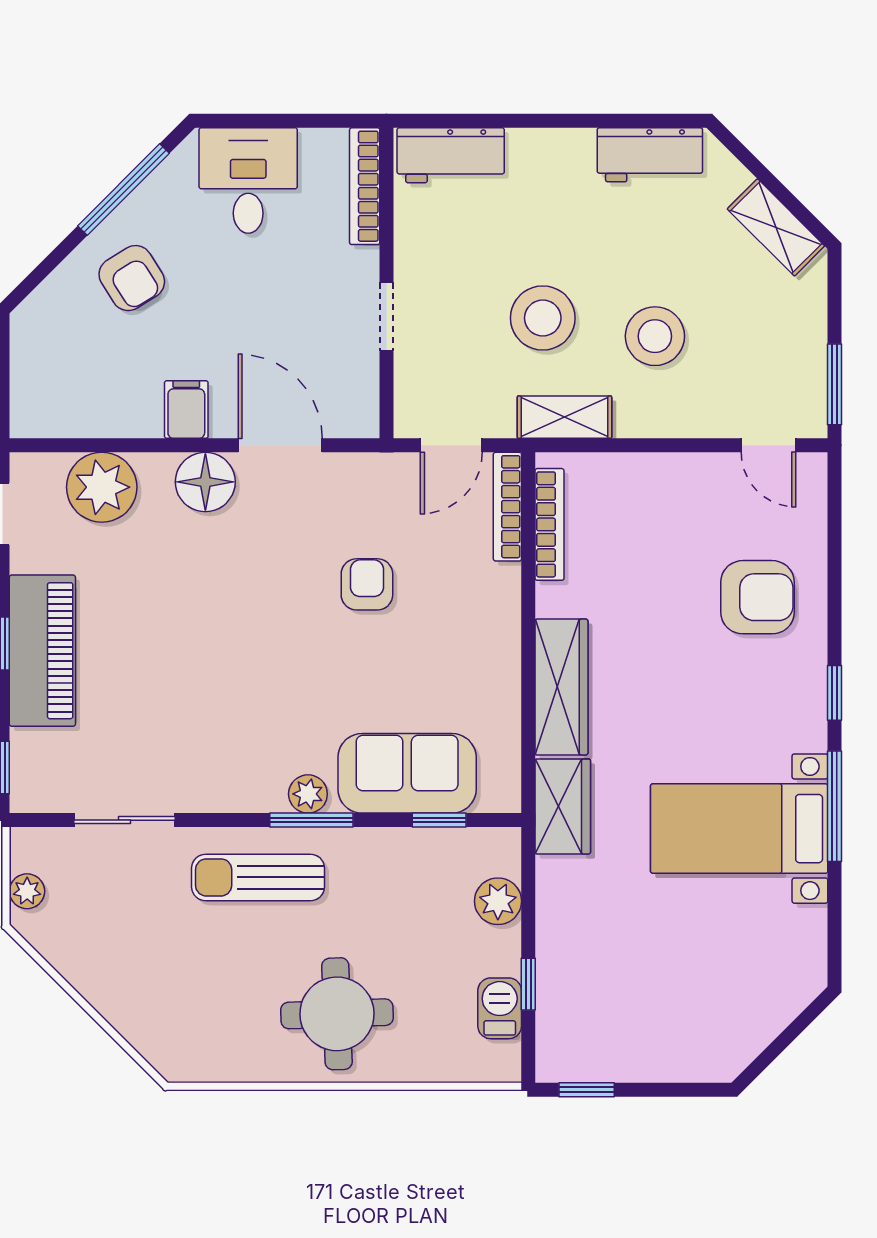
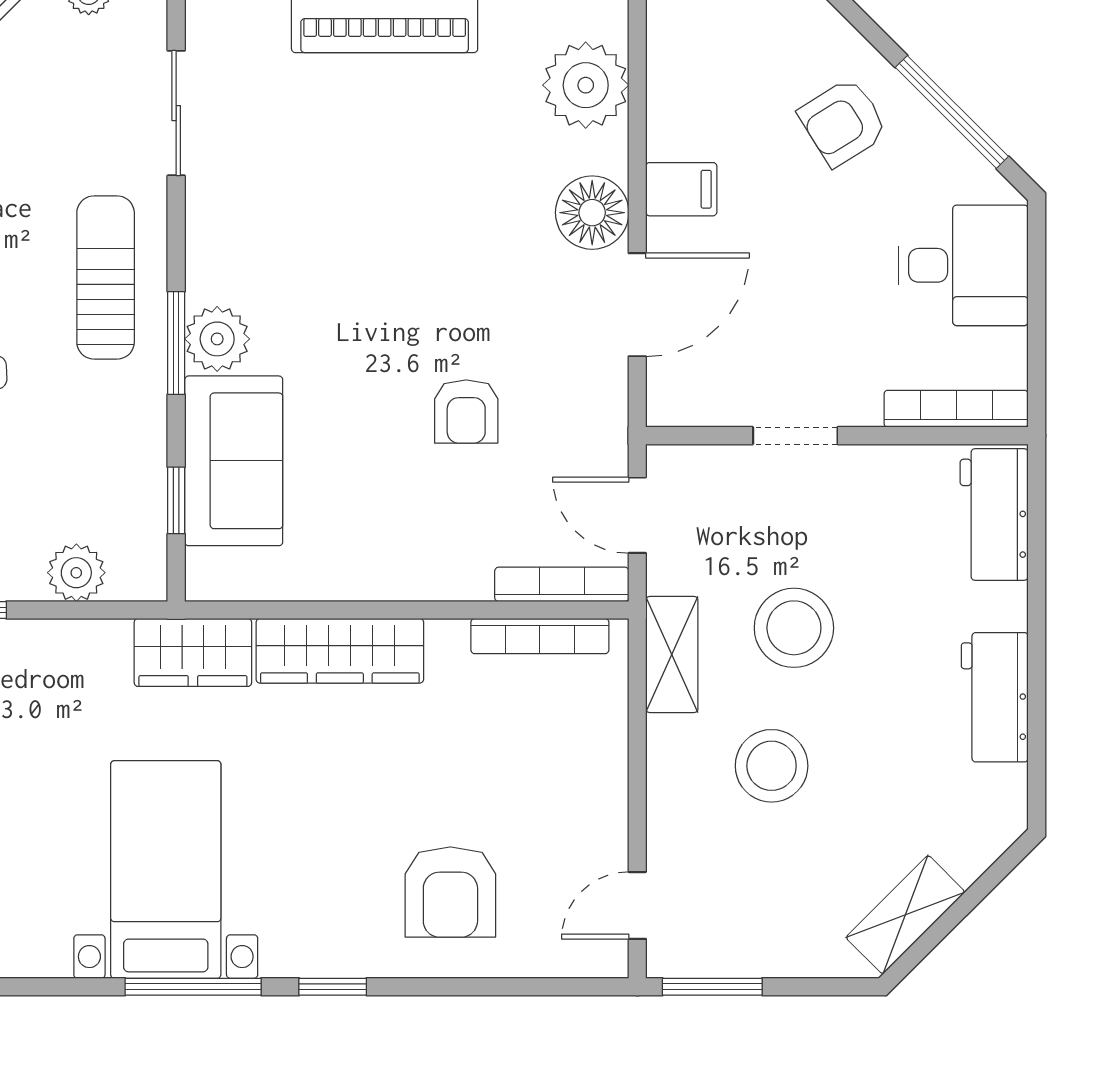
workbench: (650, 155) -> (995, 697), moved
armchair: (367, 584) -> (466, 412), turned 90
plant: (308, 794) -> (217, 339), width x1.38, depth x1.38

